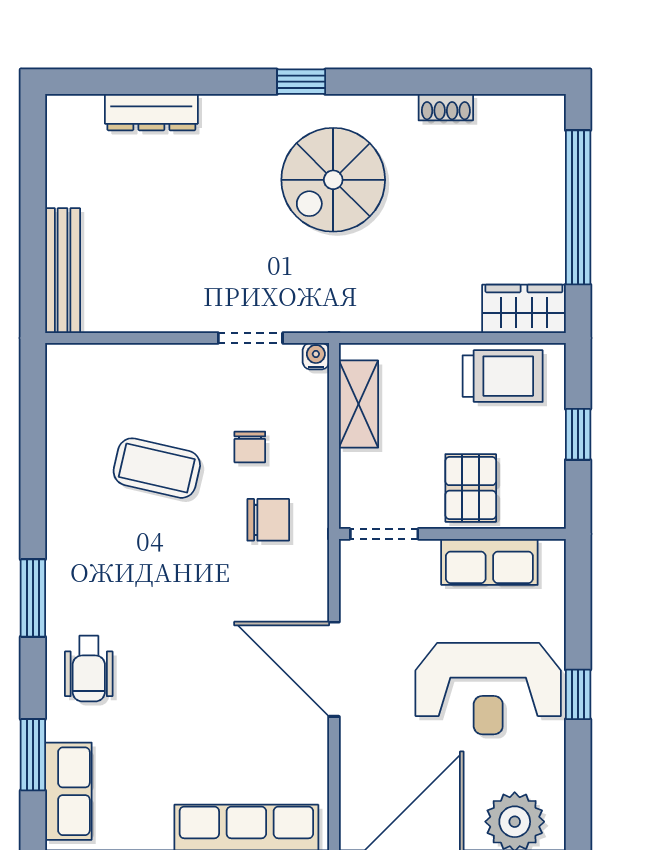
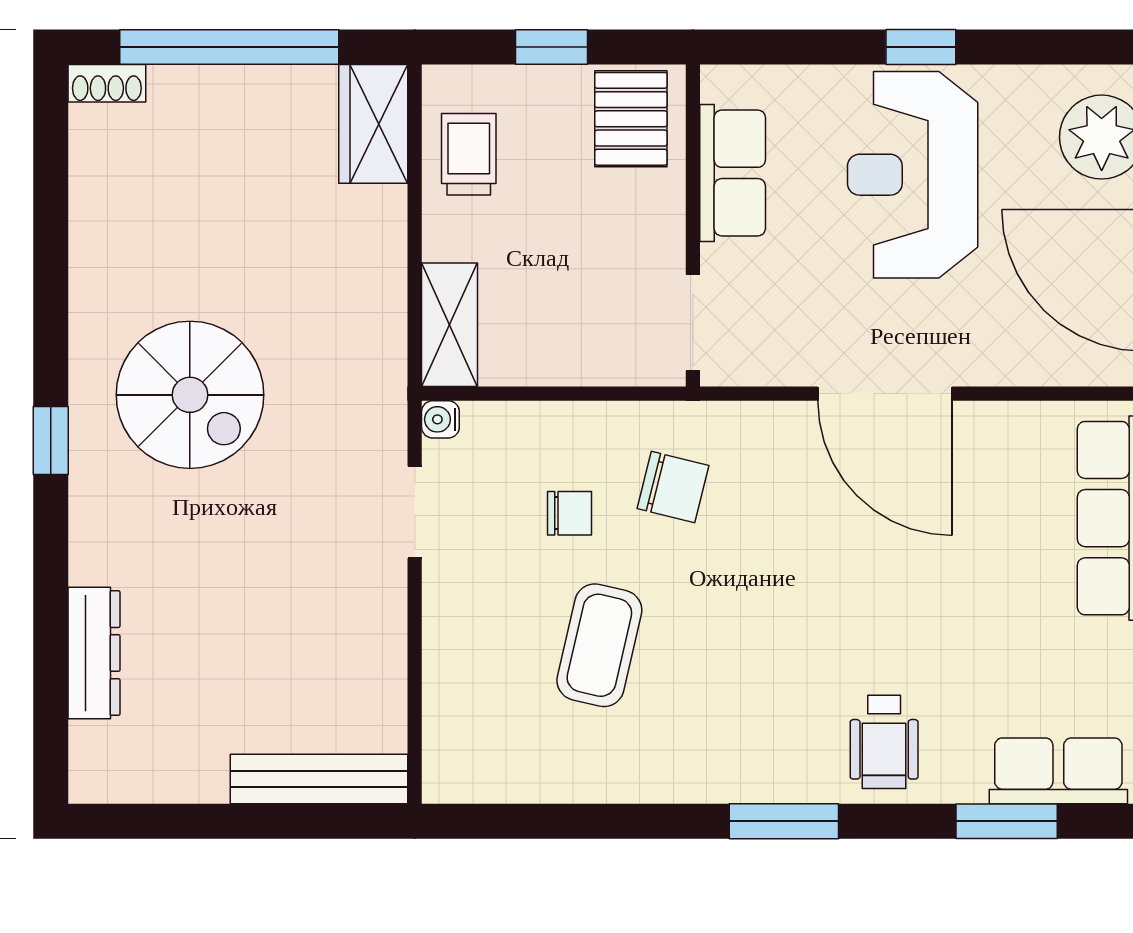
shoe rack: (446, 107) -> (107, 83), moved, turned 90
trolley: (503, 376) -> (469, 154), width x0.73, depth x0.72
shelving: (359, 404) -> (450, 325), moved, turned 90
pallet: (471, 488) -> (631, 119), moved, turned 90
chair: (268, 520) -> (673, 487), turned 104
wheelchair: (89, 669) -> (884, 742), turned 90
door: (334, 669) -> (885, 394), hinge flipped
reception desk: (488, 689) -> (913, 175), turned 180

